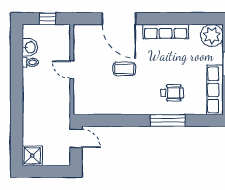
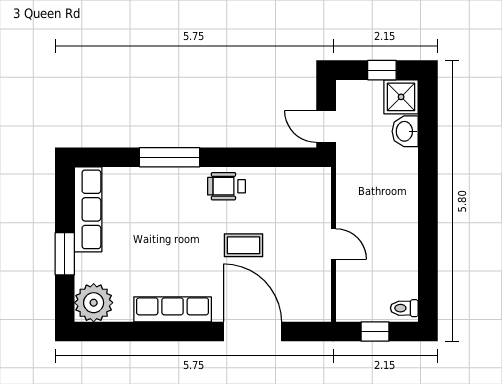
washbasin: (30, 47) -> (405, 131), moved
toilet: (30, 62) -> (404, 308), moved
wheelchair: (172, 93) -> (226, 186), moved
window: (43, 171) -> (382, 70), added

